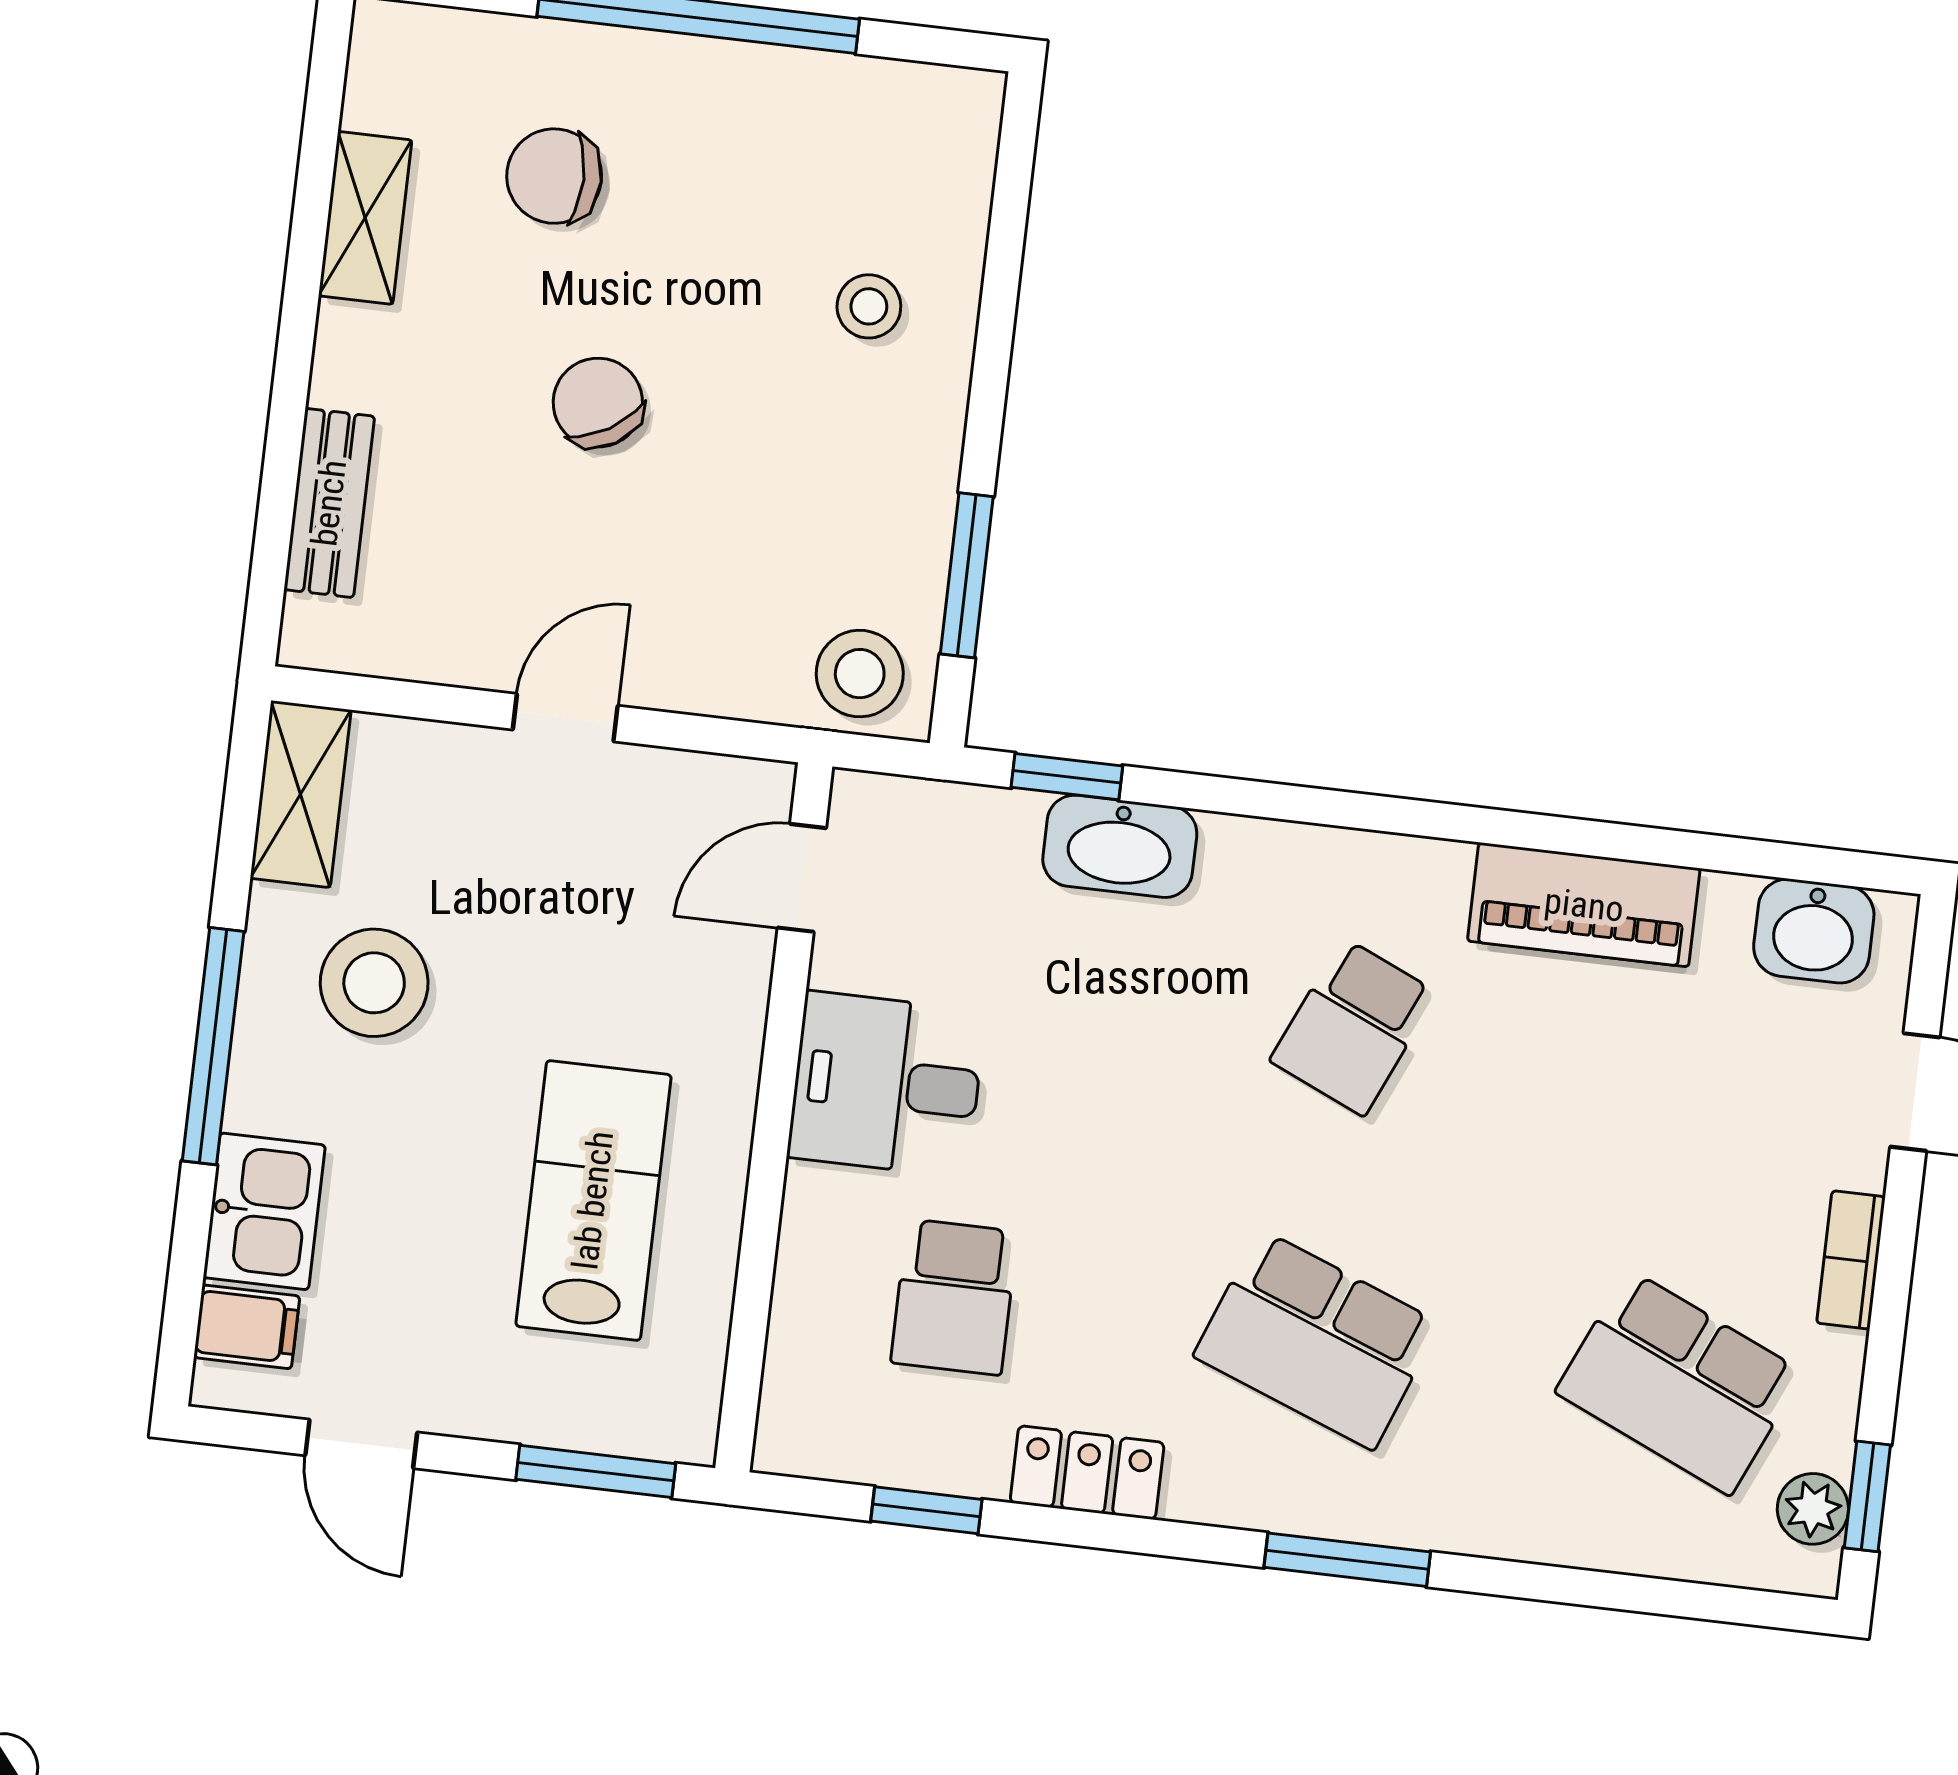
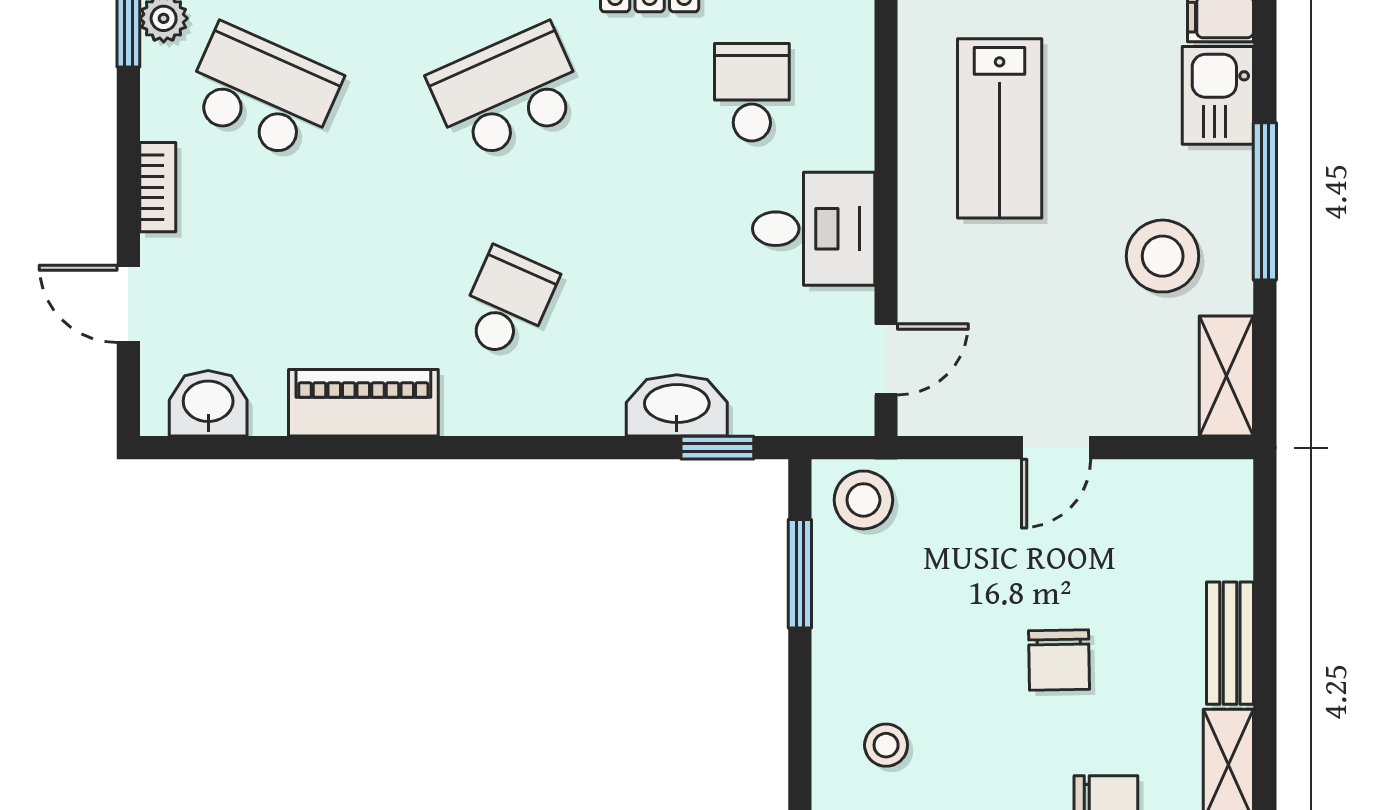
chair: (598, 403) -> (1059, 660), turned 30
bench: (329, 503) -> (1230, 643), moved
school desk: (1317, 1340) -> (507, 92), turned -45

